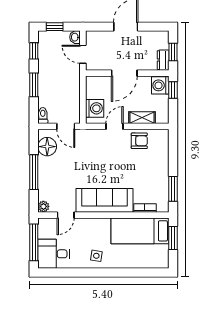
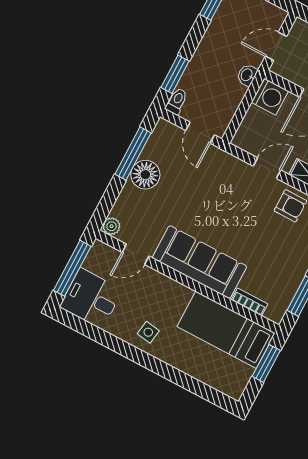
washbasin: (75, 37) -> (247, 75), moved
door: (83, 54) -> (276, 46), hinge flipped
window: (34, 85) -> (175, 74), moved
washing machine: (95, 108) -> (270, 97), moved
floor lamp: (47, 147) -> (145, 175), moved
window: (34, 172) -> (133, 154), moved

